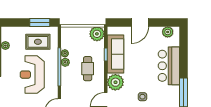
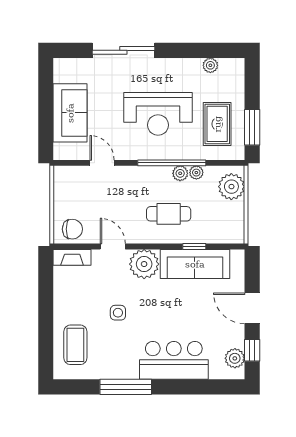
window: (163, 22) -> (252, 350), added
plant: (97, 34) -> (231, 187), moved
reception desk: (32, 75) -> (158, 114), turned 180

